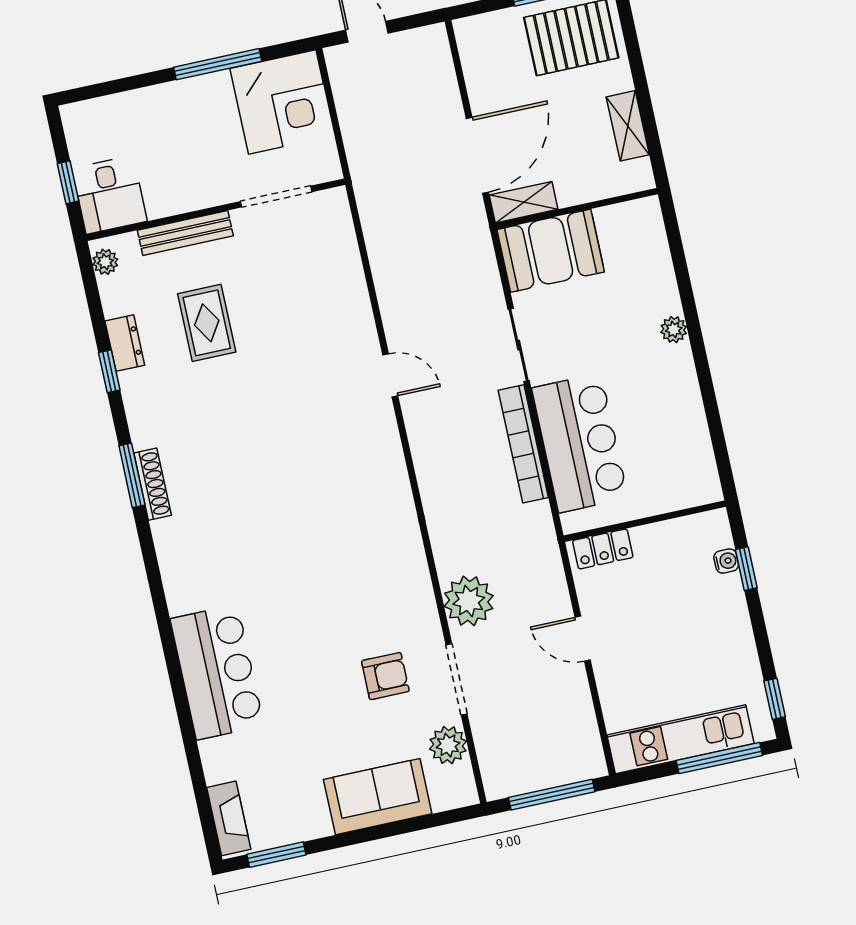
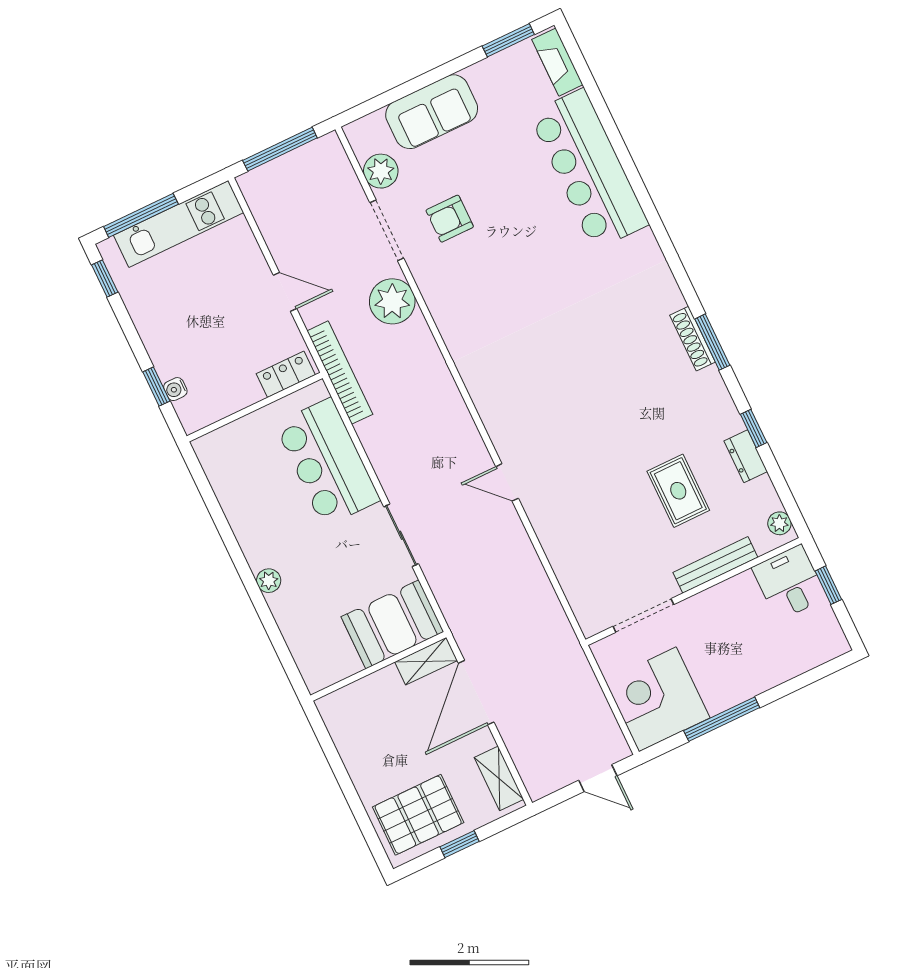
shelving: (628, 126) -> (499, 778), moved
bookcase: (523, 444) -> (340, 373), moved
bar counter: (217, 672) -> (589, 169), width x1.36

